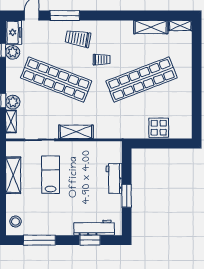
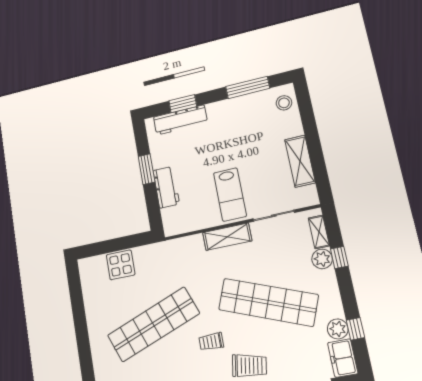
lab bench: (51, 175) -> (230, 195), moved

